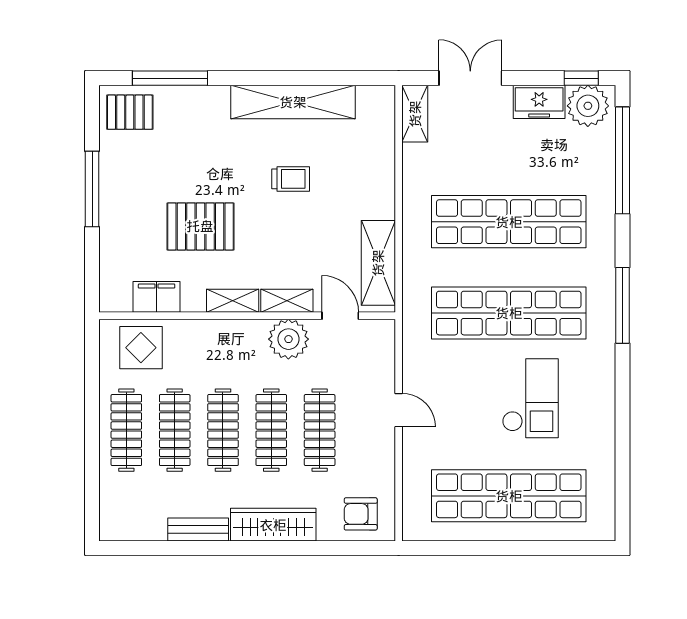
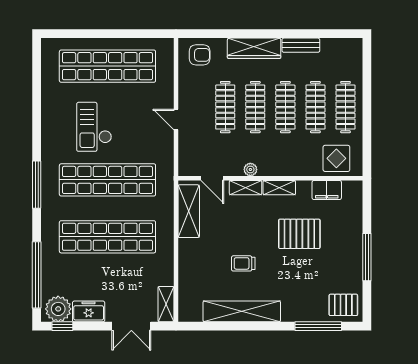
plant: (288, 339) -> (250, 170), width x0.53, depth x0.53

